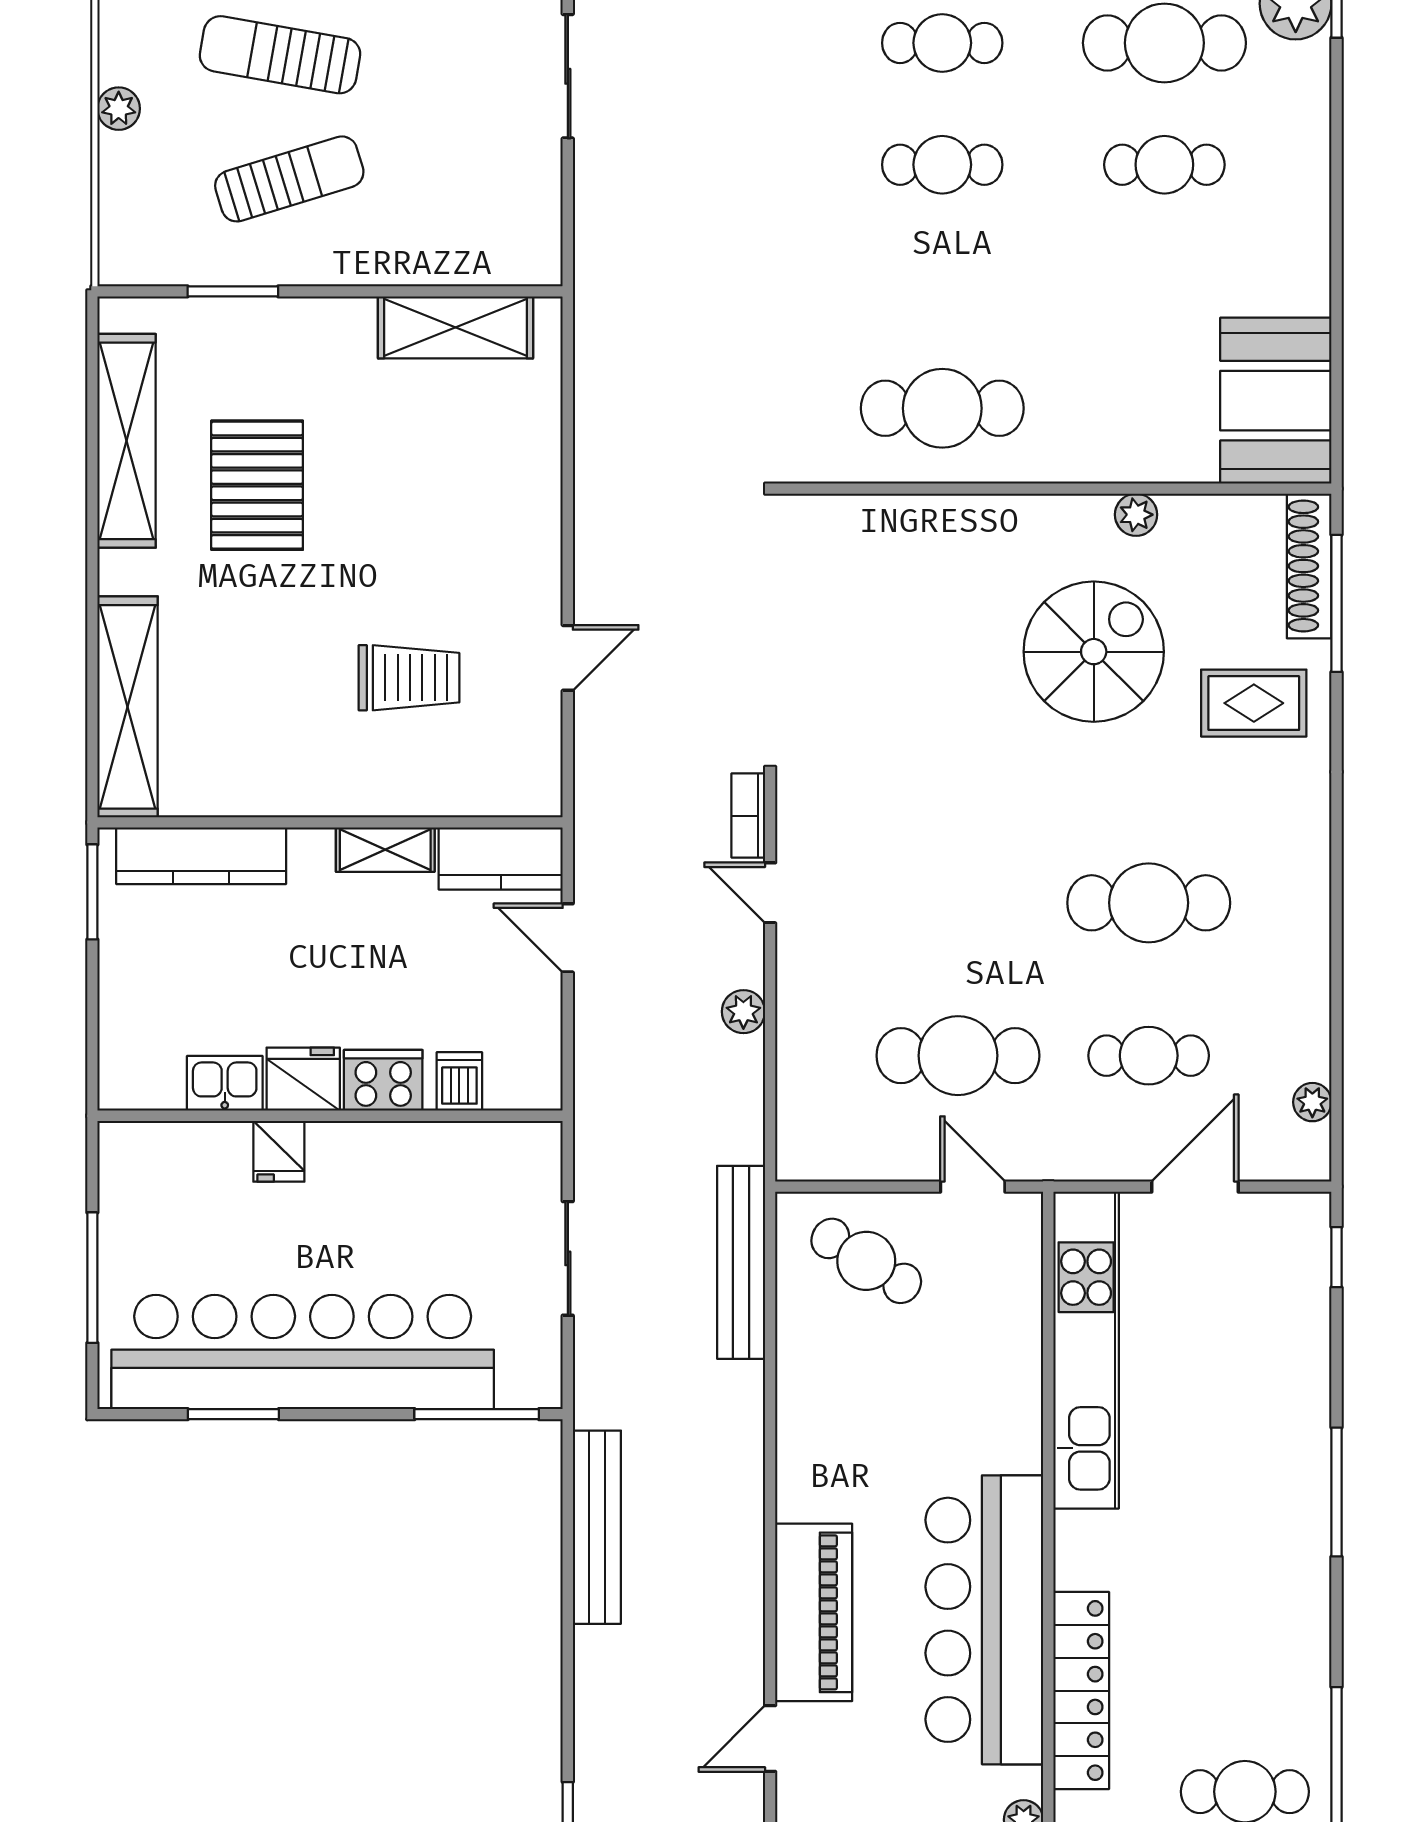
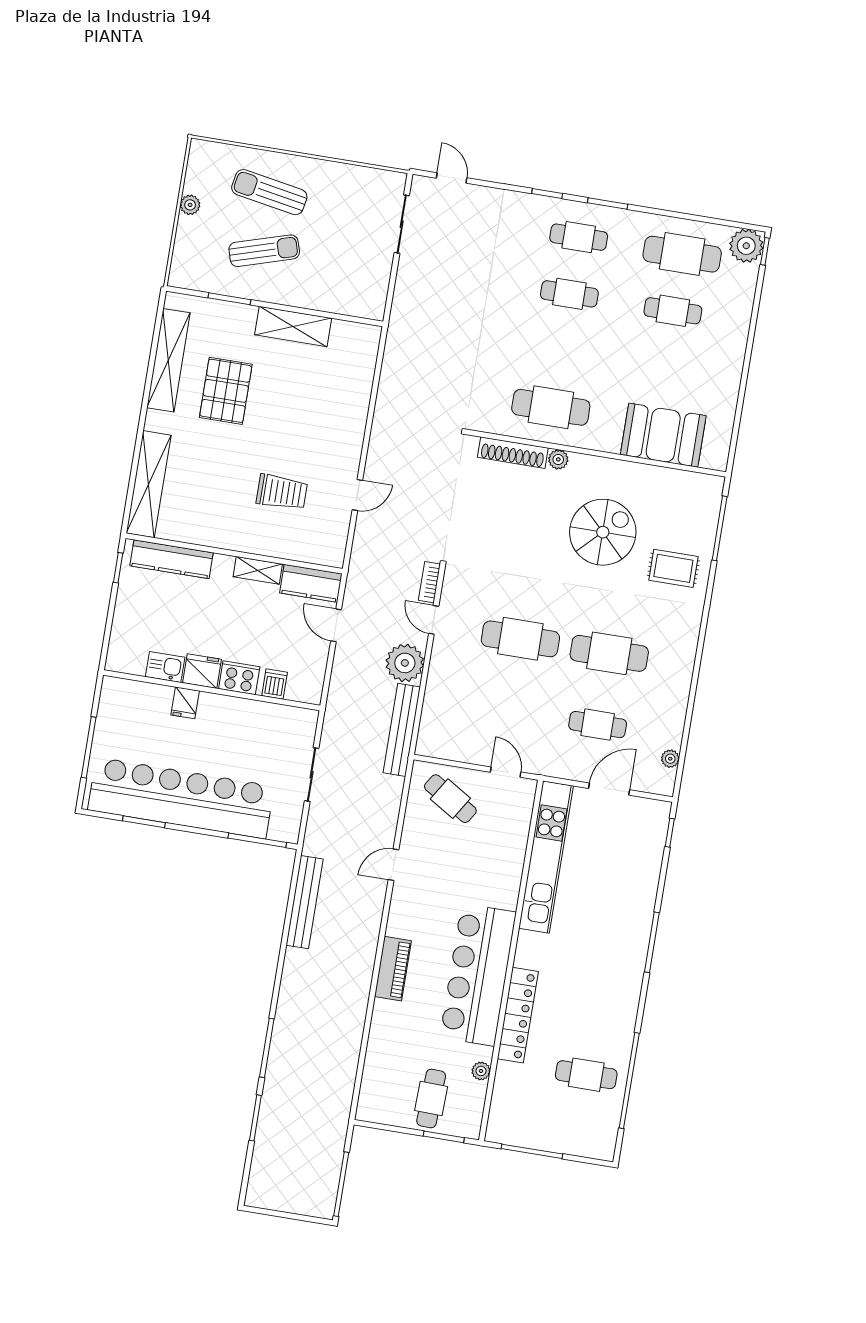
shelving: (455, 327) -> (293, 326), moved
booth: (1276, 401) -> (663, 435), moved, turned 90
plant: (1136, 515) -> (558, 459), moved
shoe rack: (1309, 566) -> (513, 453), moved, turned -90
window: (92, 892) -> (118, 568), width x0.67
plant: (743, 1012) -> (405, 663), width x1.87, depth x1.87
cafe table: (958, 1056) -> (520, 639), moved
bench: (741, 1262) -> (402, 730), moved
piano: (814, 1612) -> (393, 969), width x0.73, depth x0.75
door: (770, 1738) -> (394, 865), moved

